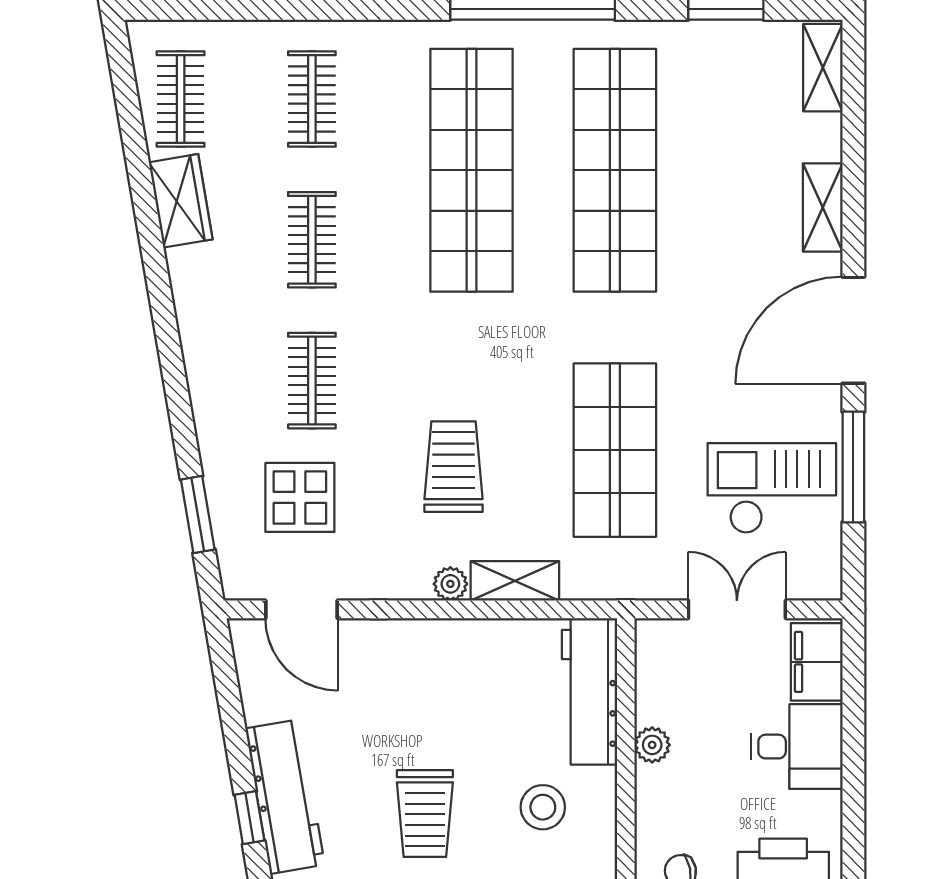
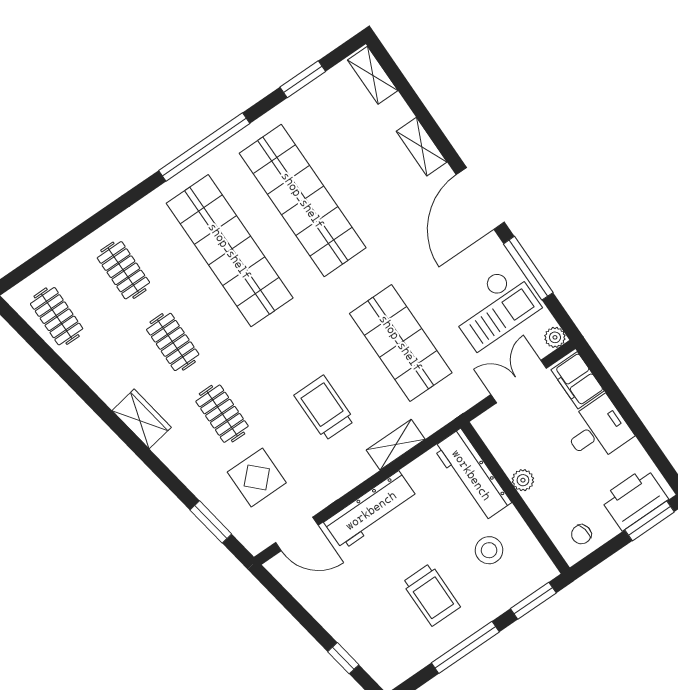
wardrobe: (181, 201) -> (142, 419), moved
checkout: (772, 488) -> (494, 307), turned 180
plant: (450, 584) -> (555, 337), moved
workbench: (285, 797) -> (371, 510), moved, turned 100

